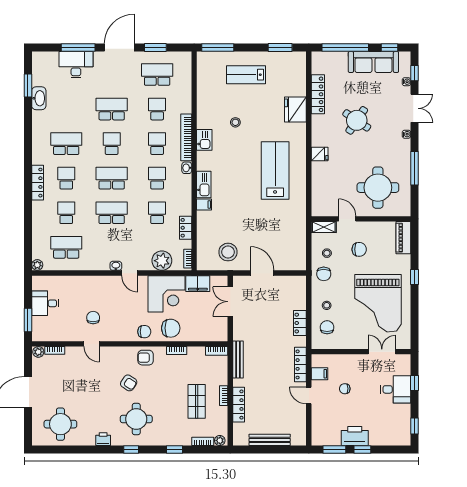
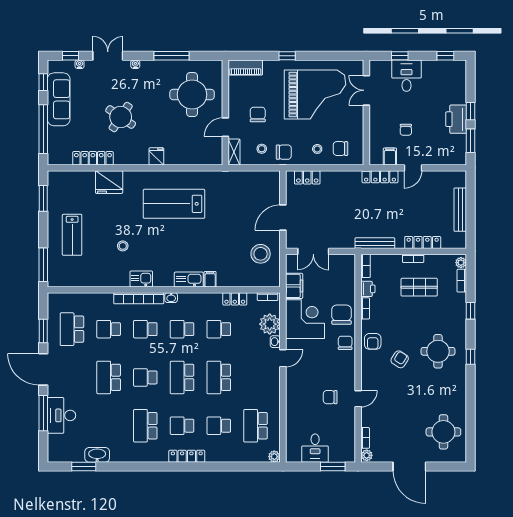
washbasin: (116, 266) -> (275, 342), moved
locker: (300, 323) -> (307, 177), moved
printer: (103, 439) -> (368, 289), moved, turned 180

